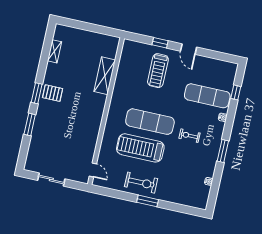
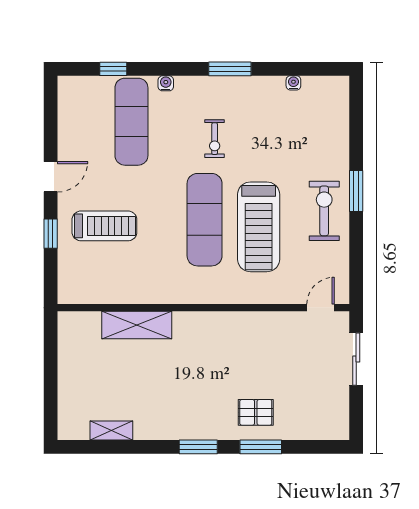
pallet: (53, 93) -> (256, 412), moved, turned 90
sliding door: (51, 180) -> (356, 359), moved

